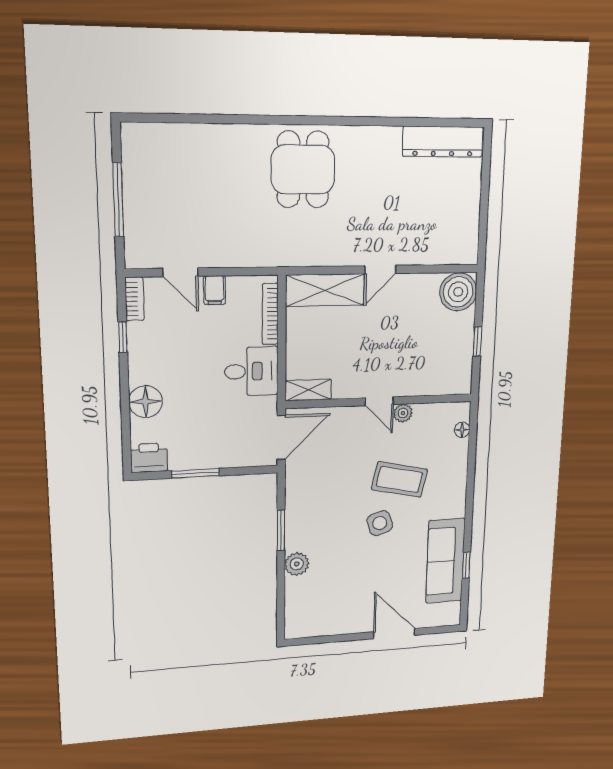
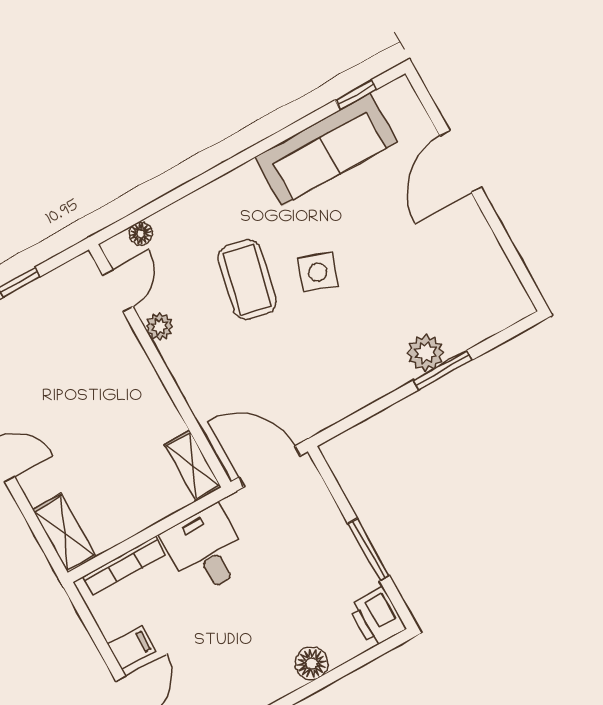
shelving: (325, 290) -> (64, 533), width x0.67, depth x0.75
door: (379, 401) -> (118, 291), moved
floor lamp: (146, 402) -> (312, 663), width x0.73, depth x0.73
side table: (380, 523) -> (318, 272), turned 37
window: (281, 530) -> (443, 370), moved
window: (466, 565) -> (356, 95), moved

